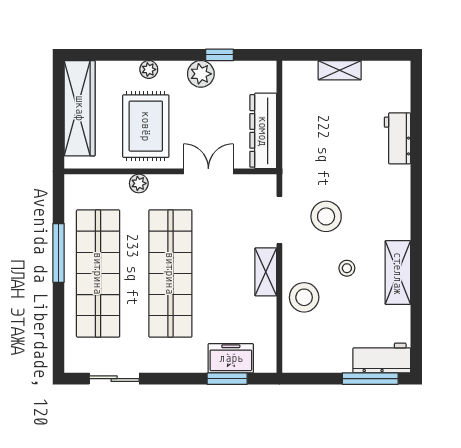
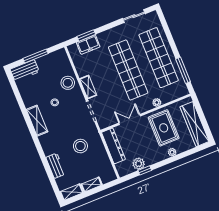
shelving: (387, 71) -> (72, 192), added
plant: (201, 74) -> (139, 164), moved
double door: (208, 171) -> (130, 120), swing flipped
stool: (326, 216) -> (80, 146), moved
window: (58, 253) -> (183, 70), moved
shelving: (398, 273) -> (37, 121), moved
window: (370, 379) -> (35, 56), moved

